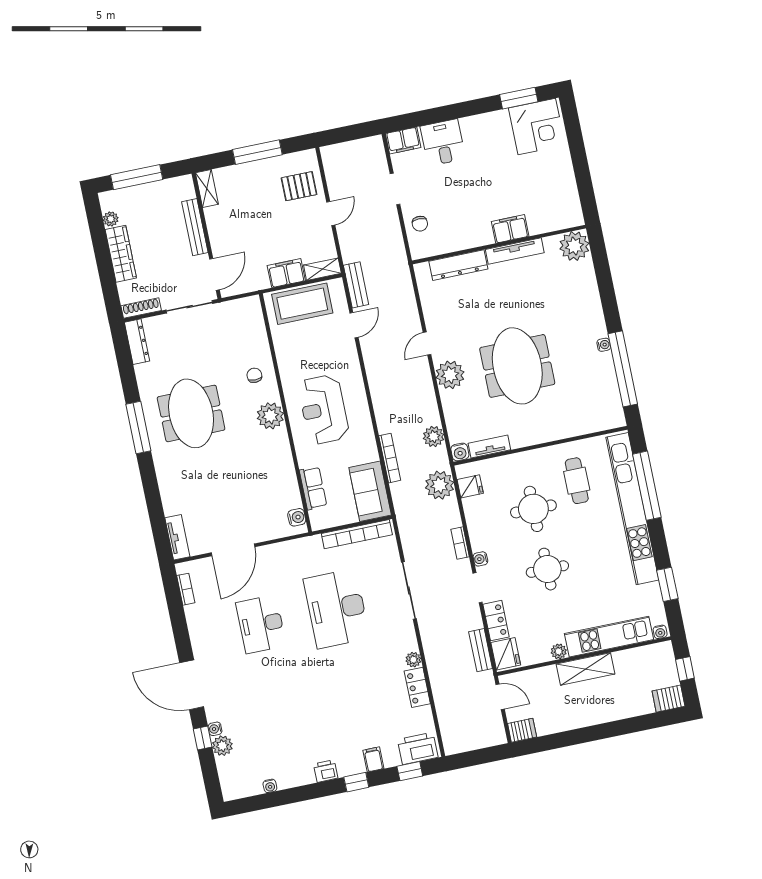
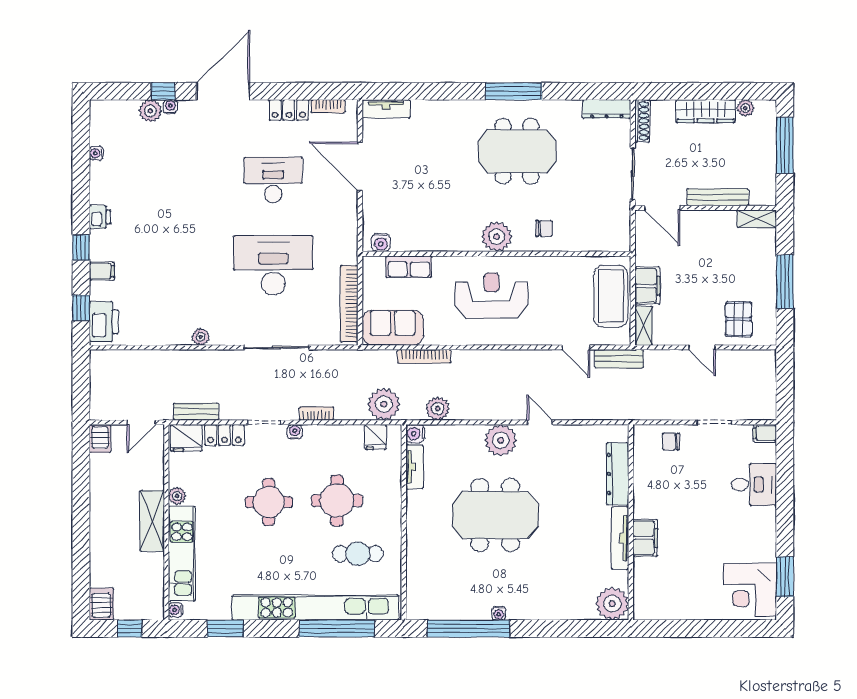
filing cabinet: (403, 141) -> (765, 433), width x0.50
locker: (417, 687) -> (289, 110), moved, turned 180

